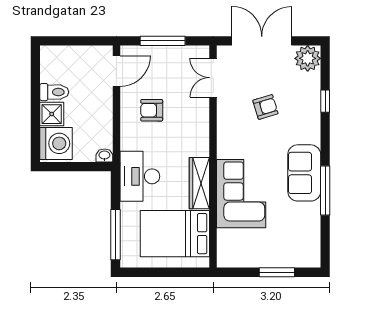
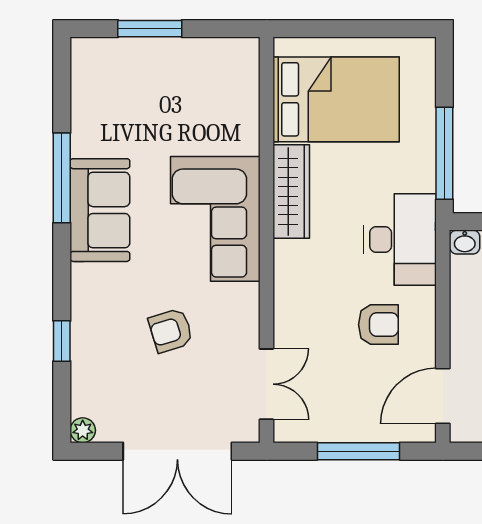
plant: (308, 58) -> (83, 430), width x0.53, depth x0.53
desk: (140, 176) -> (400, 240), moved
corner sofa: (241, 194) -> (215, 219), moved
window: (116, 235) -> (444, 153), moved

